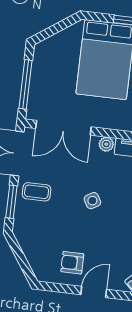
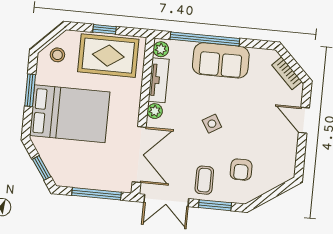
window: (52, 31) -> (42, 168), added
armchair: (72, 263) -> (241, 170), moved

